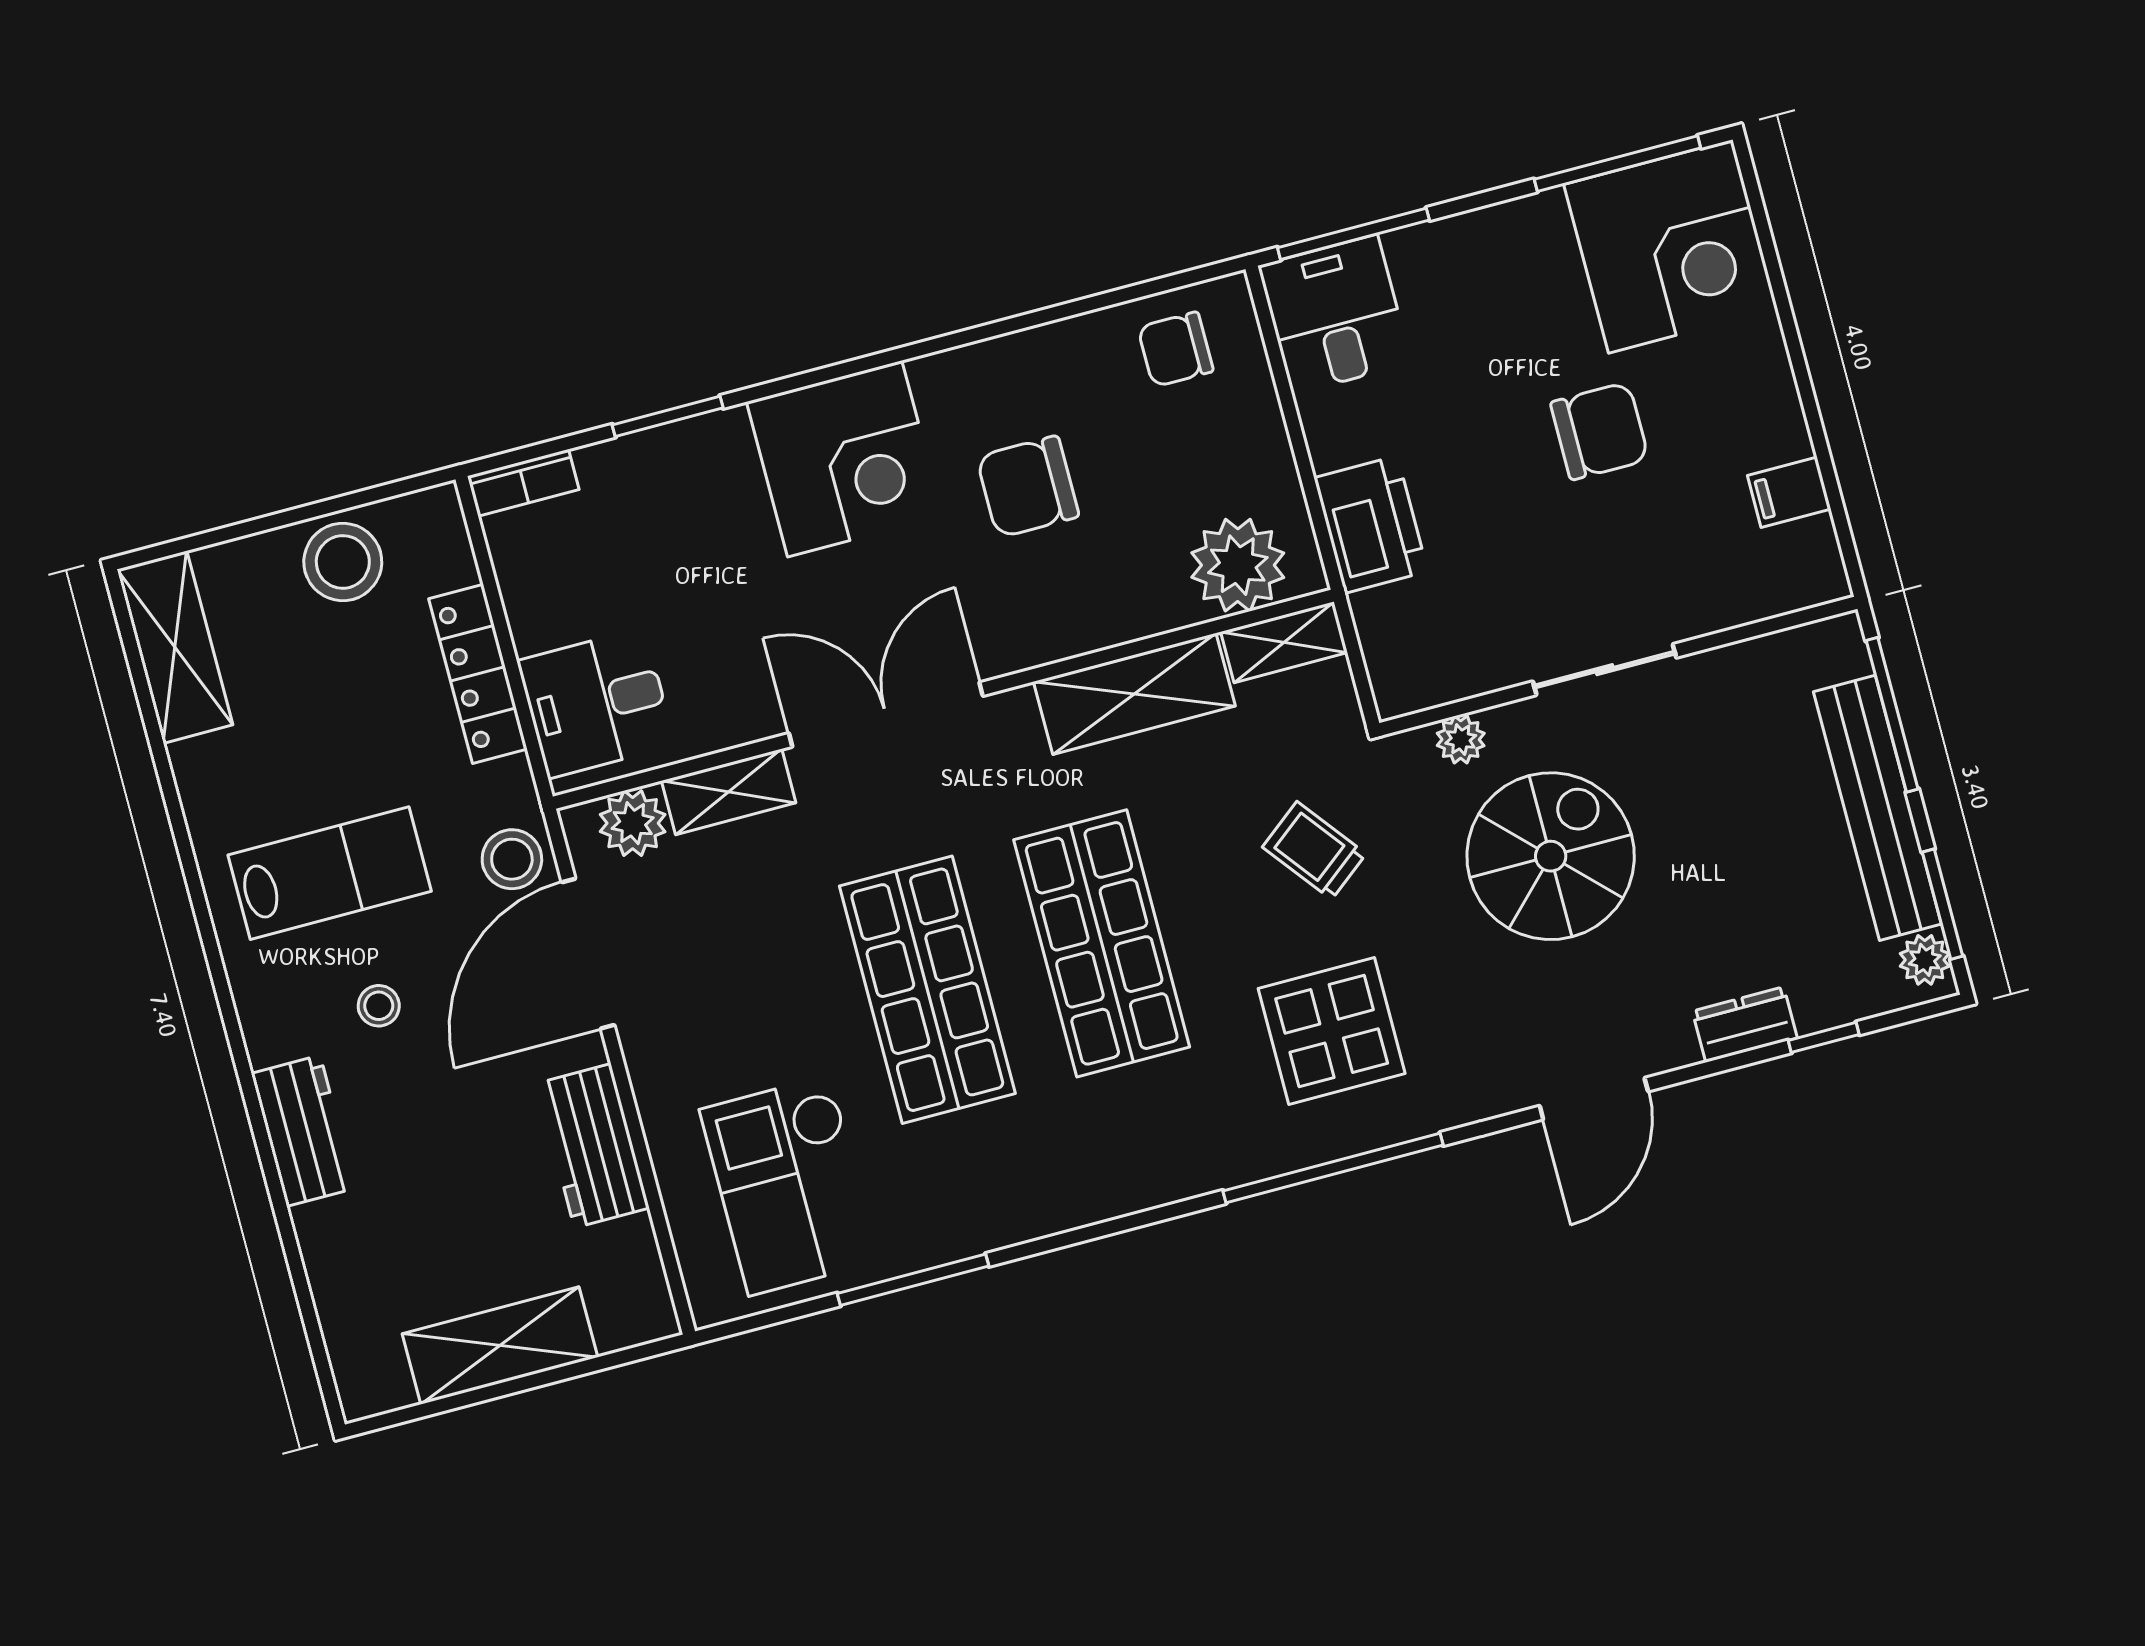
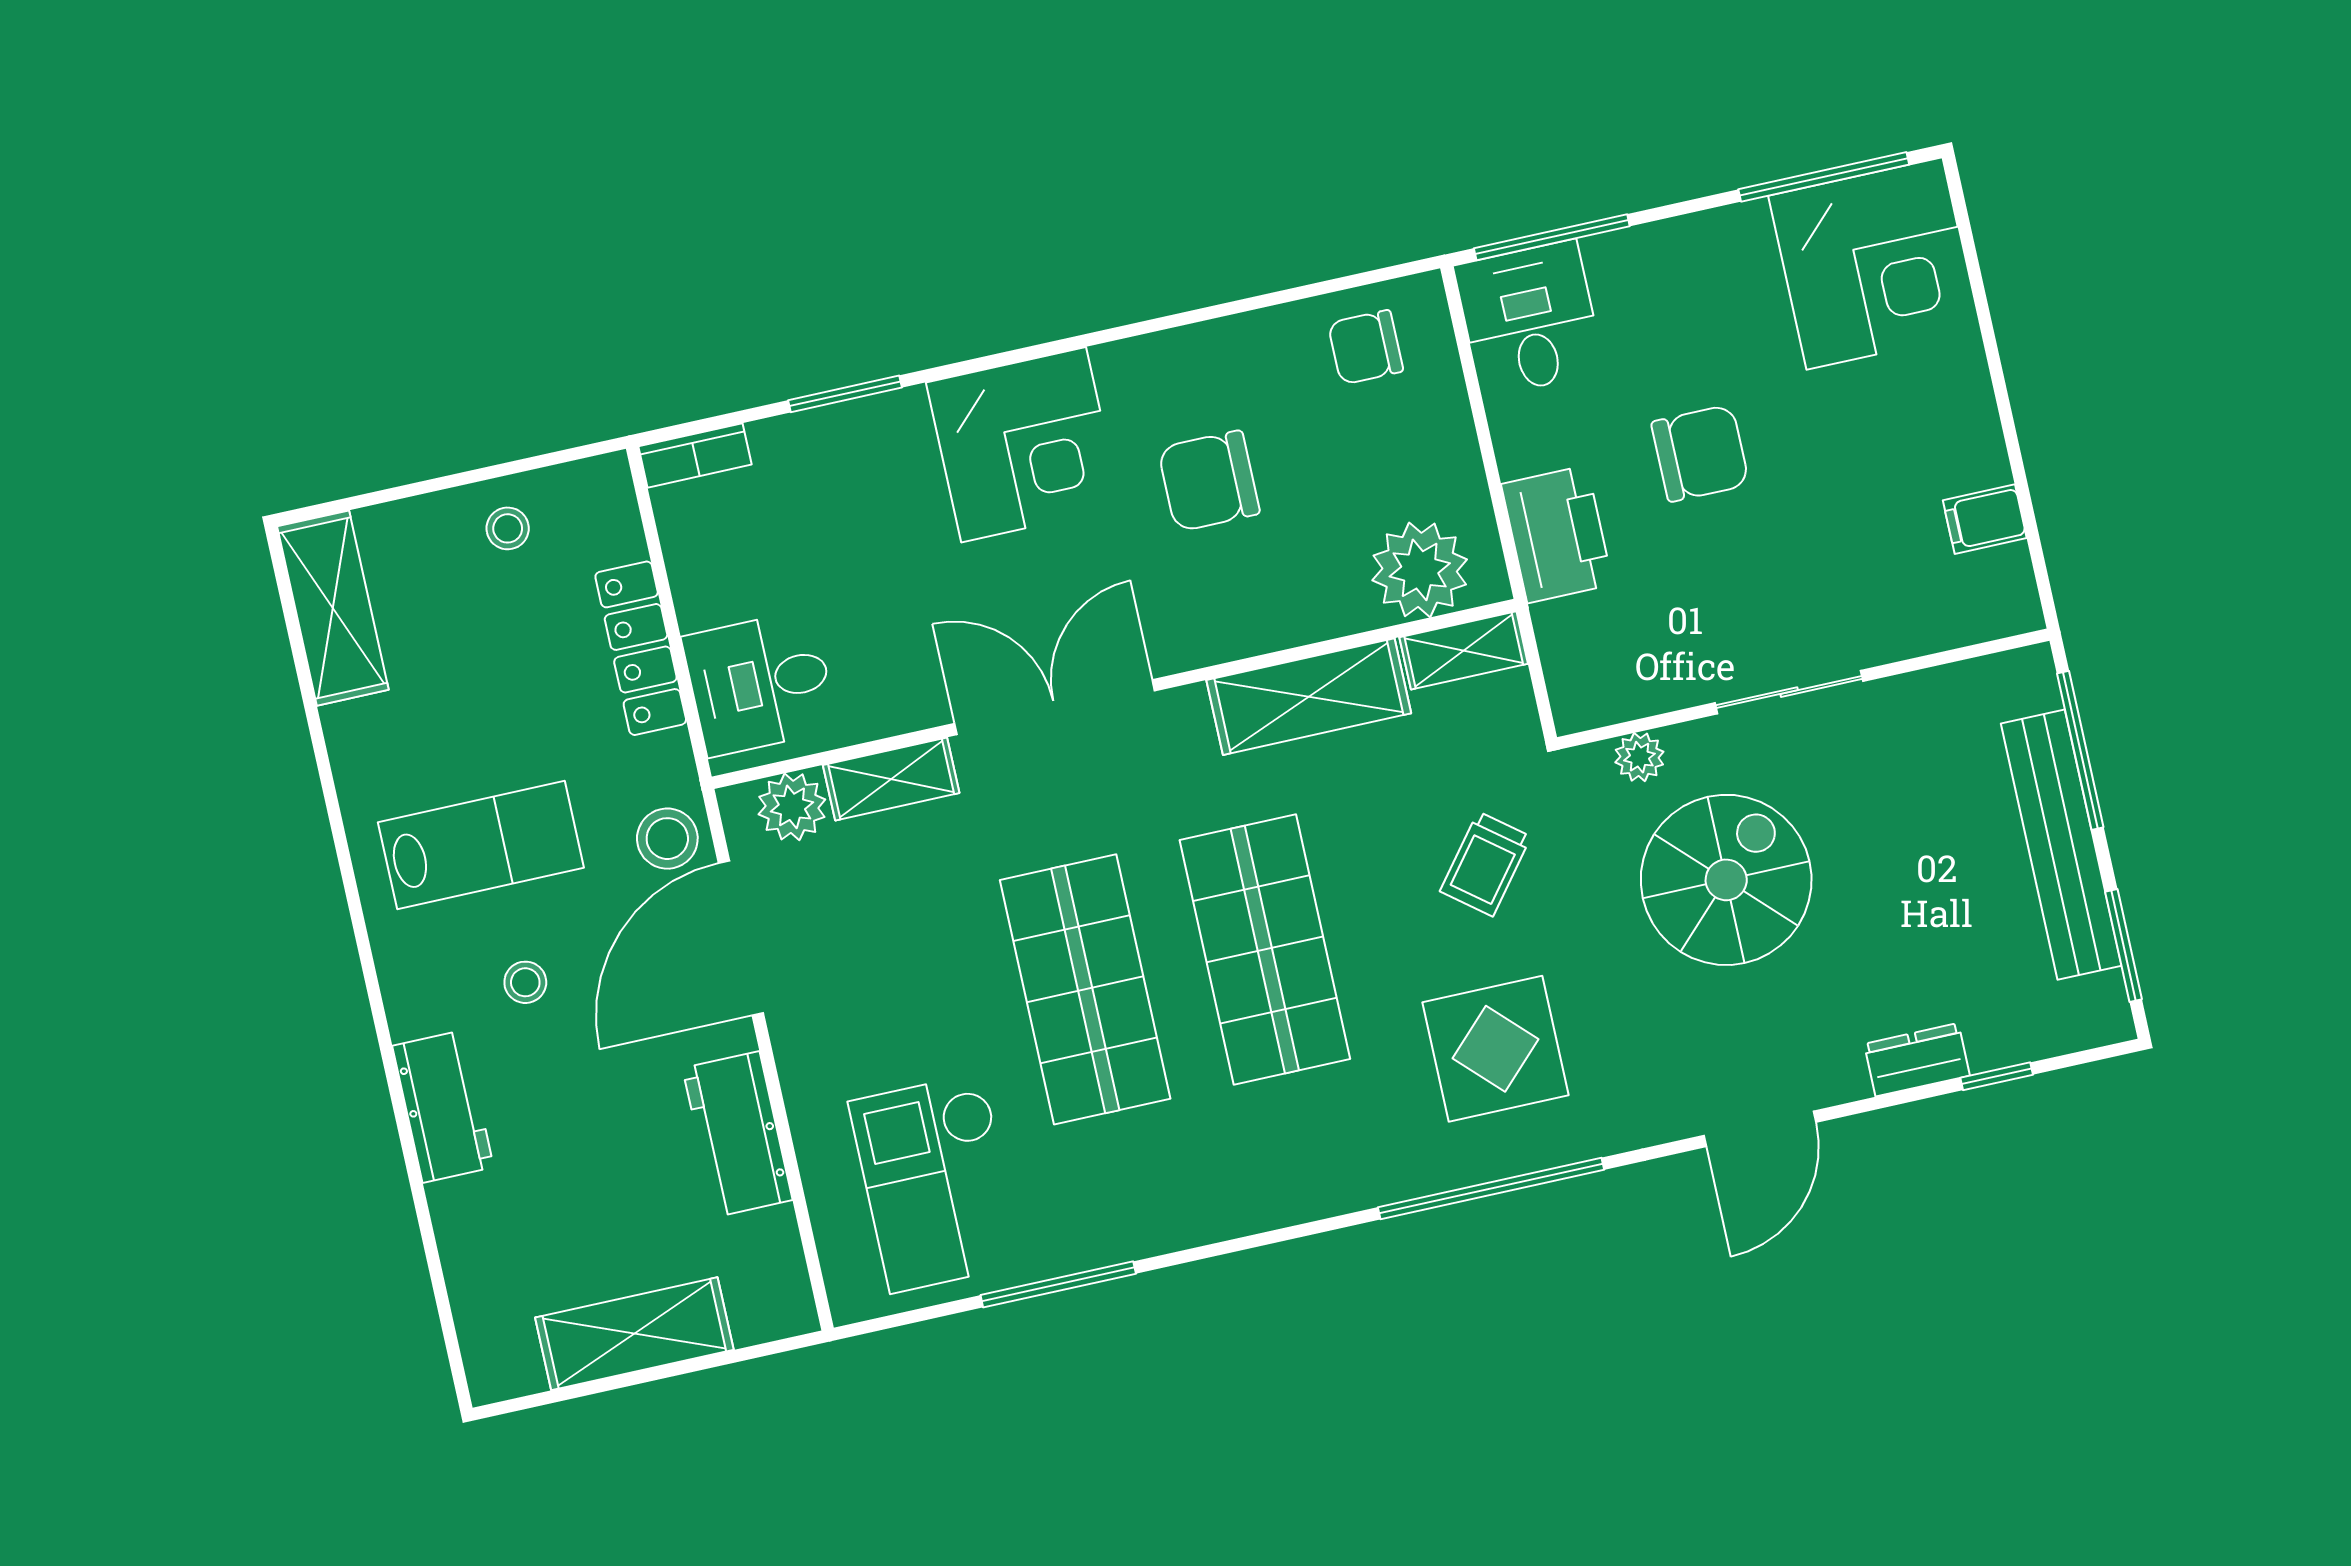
chair: (1600, 431) -> (1700, 453), moved
stool: (343, 562) -> (508, 528), width x0.53, depth x0.53
trolley: (1314, 850) -> (1485, 864), turned -104
plant: (1925, 960) -> (2103, 1002), removed

